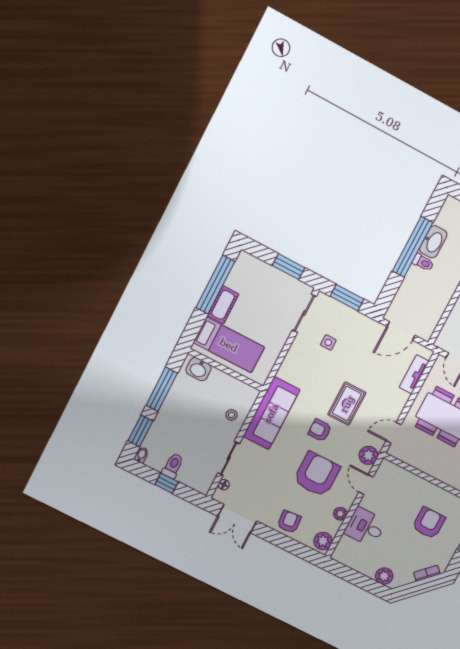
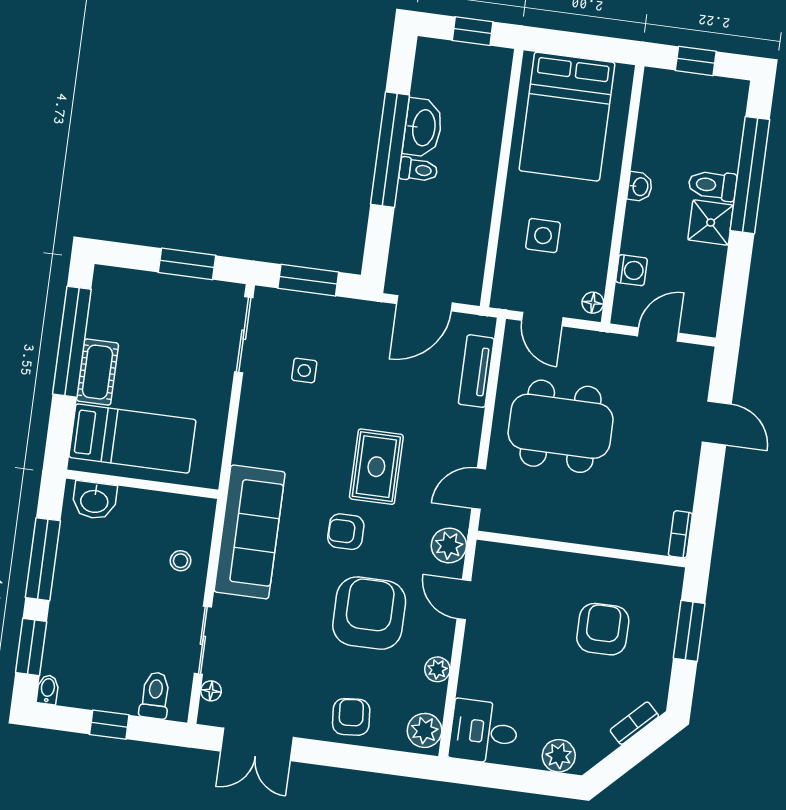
toilet: (173, 466) -> (155, 695), moved
desk: (365, 527) -> (484, 732), moved

